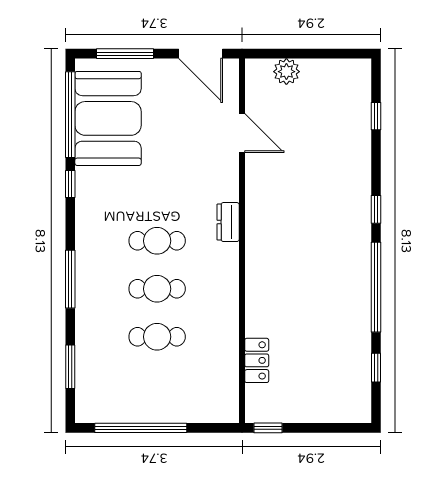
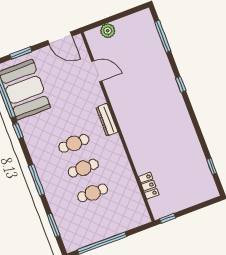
window: (125, 54) -> (21, 53), width x0.69
window: (376, 116) -> (163, 36), width x2.17
dresser: (228, 222) -> (107, 120), width x1.44
window: (376, 287) -> (196, 125), removed

